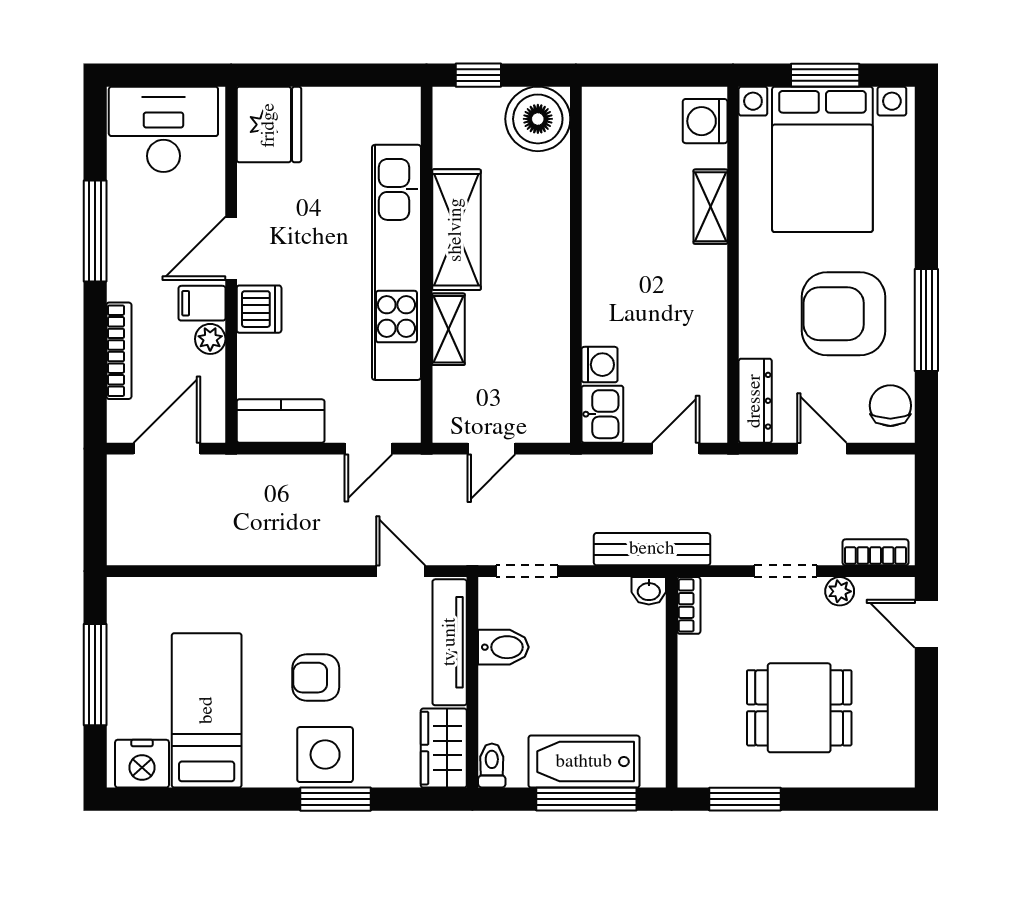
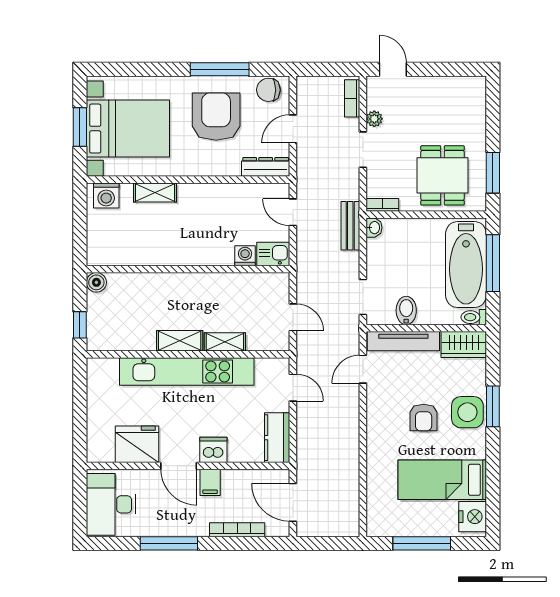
boiler: (538, 119) -> (96, 282), width x0.54, depth x0.54
fridge: (269, 125) -> (137, 444), moved
shelving: (456, 230) -> (180, 341), width x0.67, depth x0.75
armchair: (844, 314) -> (216, 117), turned 180
plant: (210, 339) -> (230, 478), removed
bench: (652, 549) -> (350, 226), width x0.73
door: (926, 624) -> (393, 69), swing flipped
dining table: (799, 708) -> (443, 175), moved
bathtub: (584, 762) -> (466, 265), width x1.36, depth x1.36

